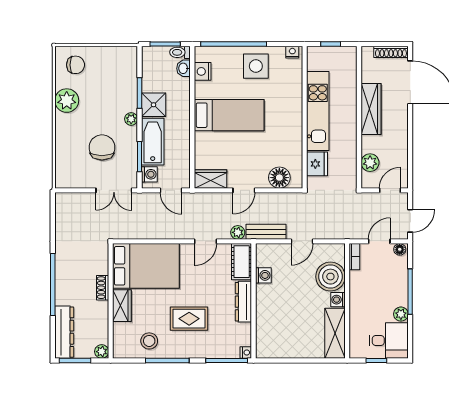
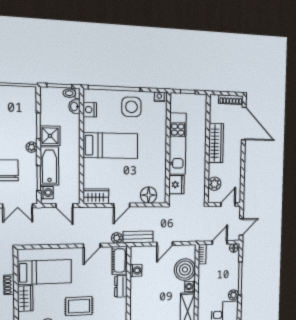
bed: (146, 266) -> (45, 272), width x0.67
dresser: (243, 302) -> (121, 286), width x0.70

